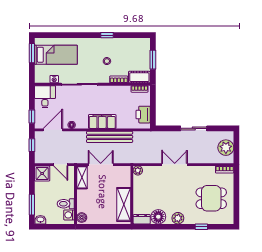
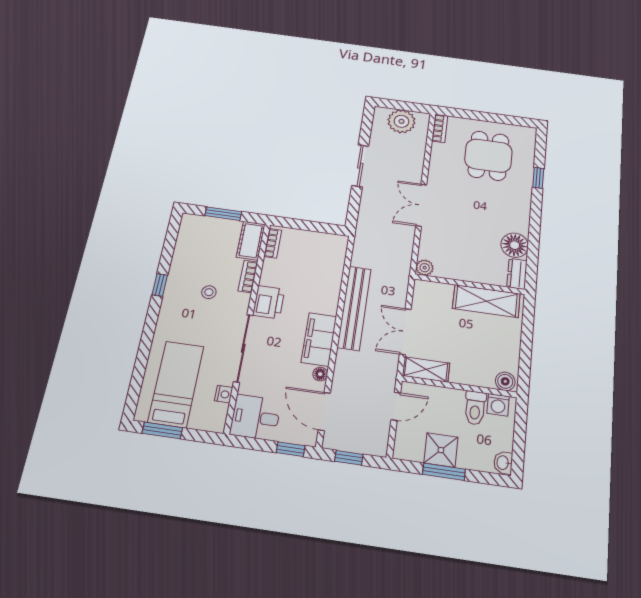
printer: (143, 115) -> (269, 302), moved, turned -90
filing cabinet: (102, 121) -> (319, 339), moved
shower: (42, 173) -> (441, 450), moved
window: (32, 205) -> (444, 472), moved
plant: (178, 218) -> (520, 213), removed

